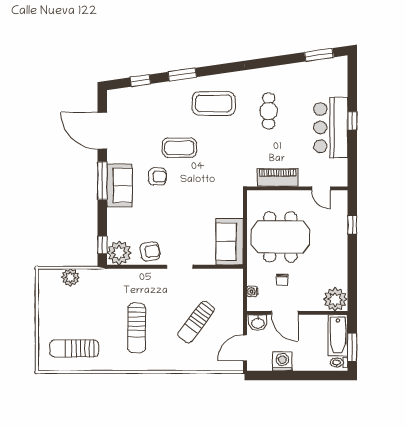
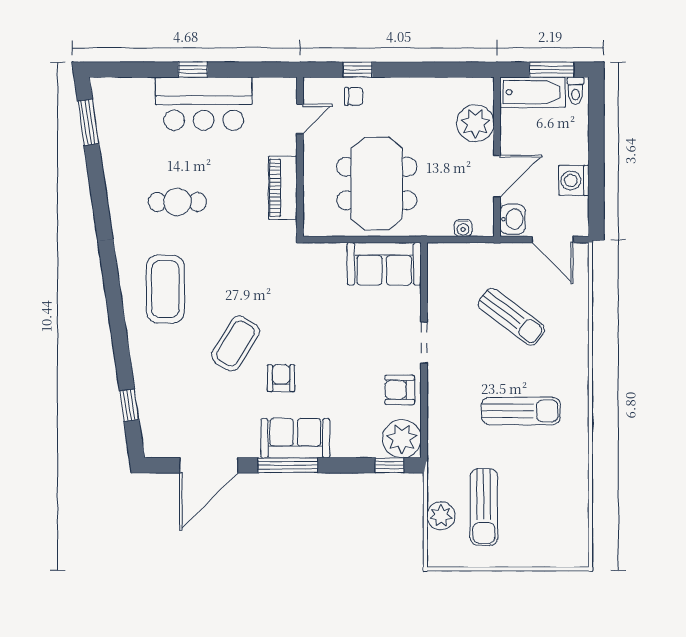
window: (182, 75) -> (120, 339), removed
coffee table: (179, 148) -> (235, 343), turned 32
armchair: (150, 251) -> (400, 390), turned -82
chair: (282, 280) -> (354, 96), moved
plant: (335, 299) -> (475, 123), moved
sun lounger: (74, 348) -> (484, 507), moved

